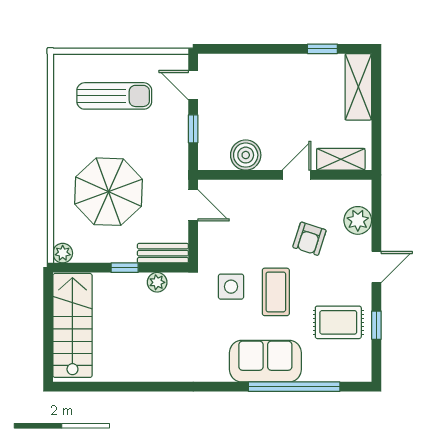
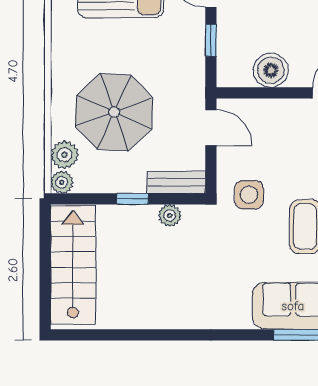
plant: (65, 229) -> (64, 155), added
side table: (231, 287) -> (249, 195), moved

